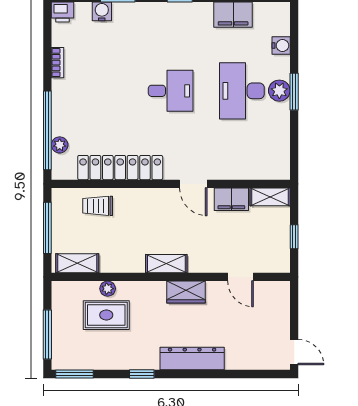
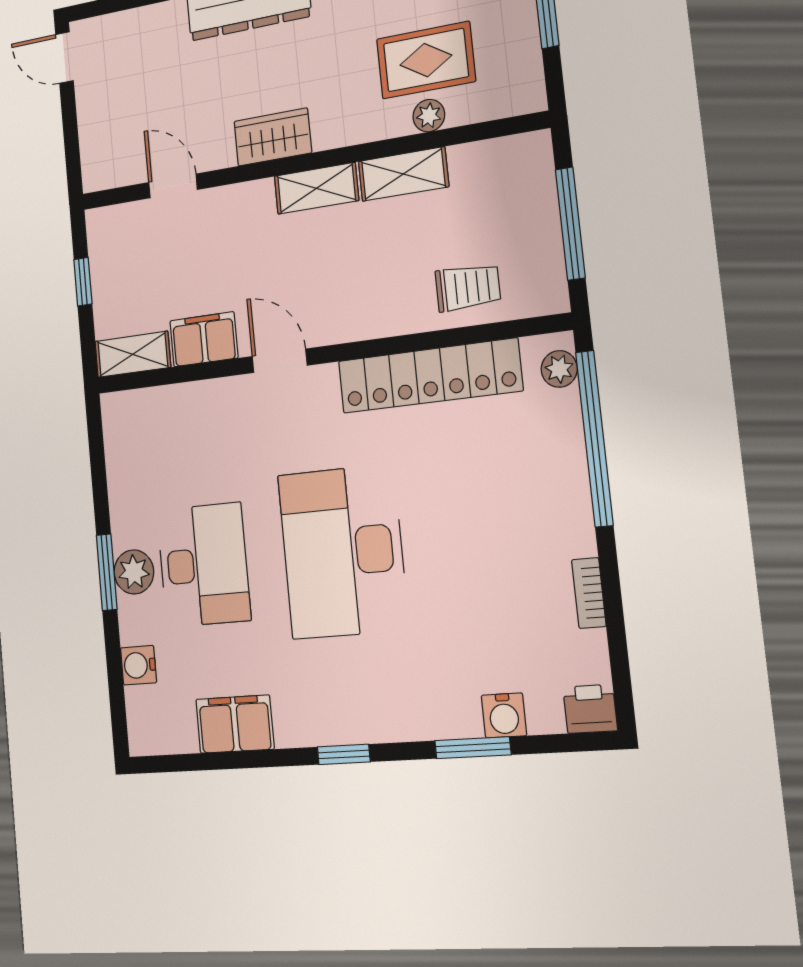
desk: (171, 91) -> (343, 552), width x1.87, depth x1.30
plant: (60, 145) -> (559, 369), moved
shelving: (77, 263) -> (403, 174), moved

